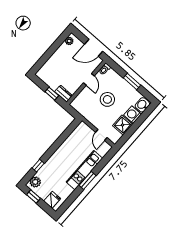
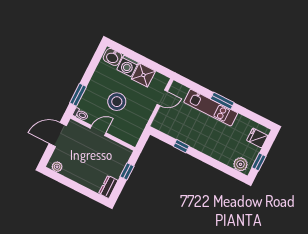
door: (94, 48) -> (58, 135), swing flipped
window: (132, 82) -> (78, 95), moved
dresser: (63, 94) -> (108, 187), moved
window: (38, 166) -> (181, 146), moved

